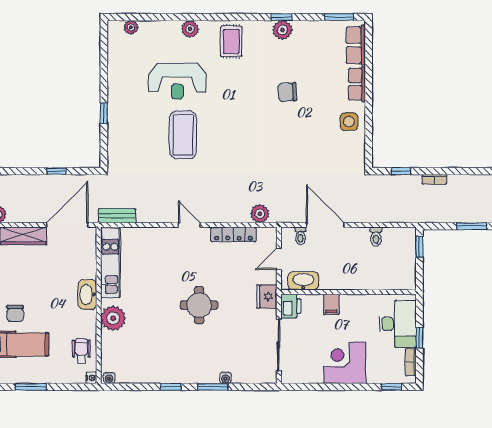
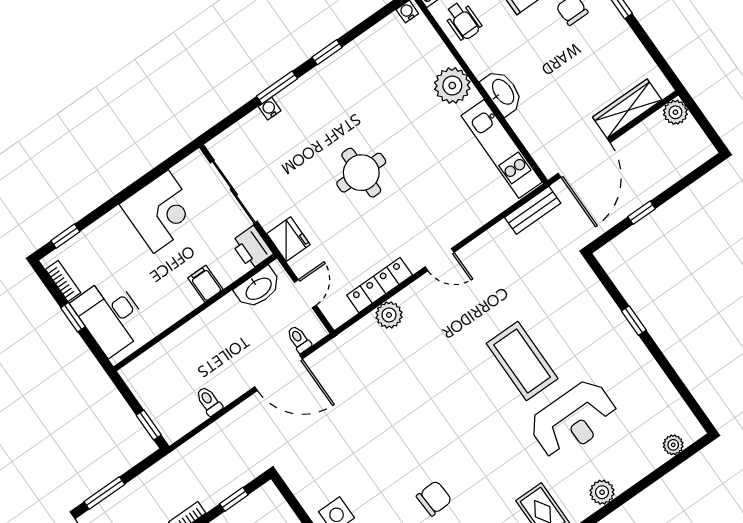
reception desk: (177, 81) -> (573, 420), turned 180
plant: (260, 214) -> (389, 315), moved
corner desk: (345, 363) -> (161, 212), moved

